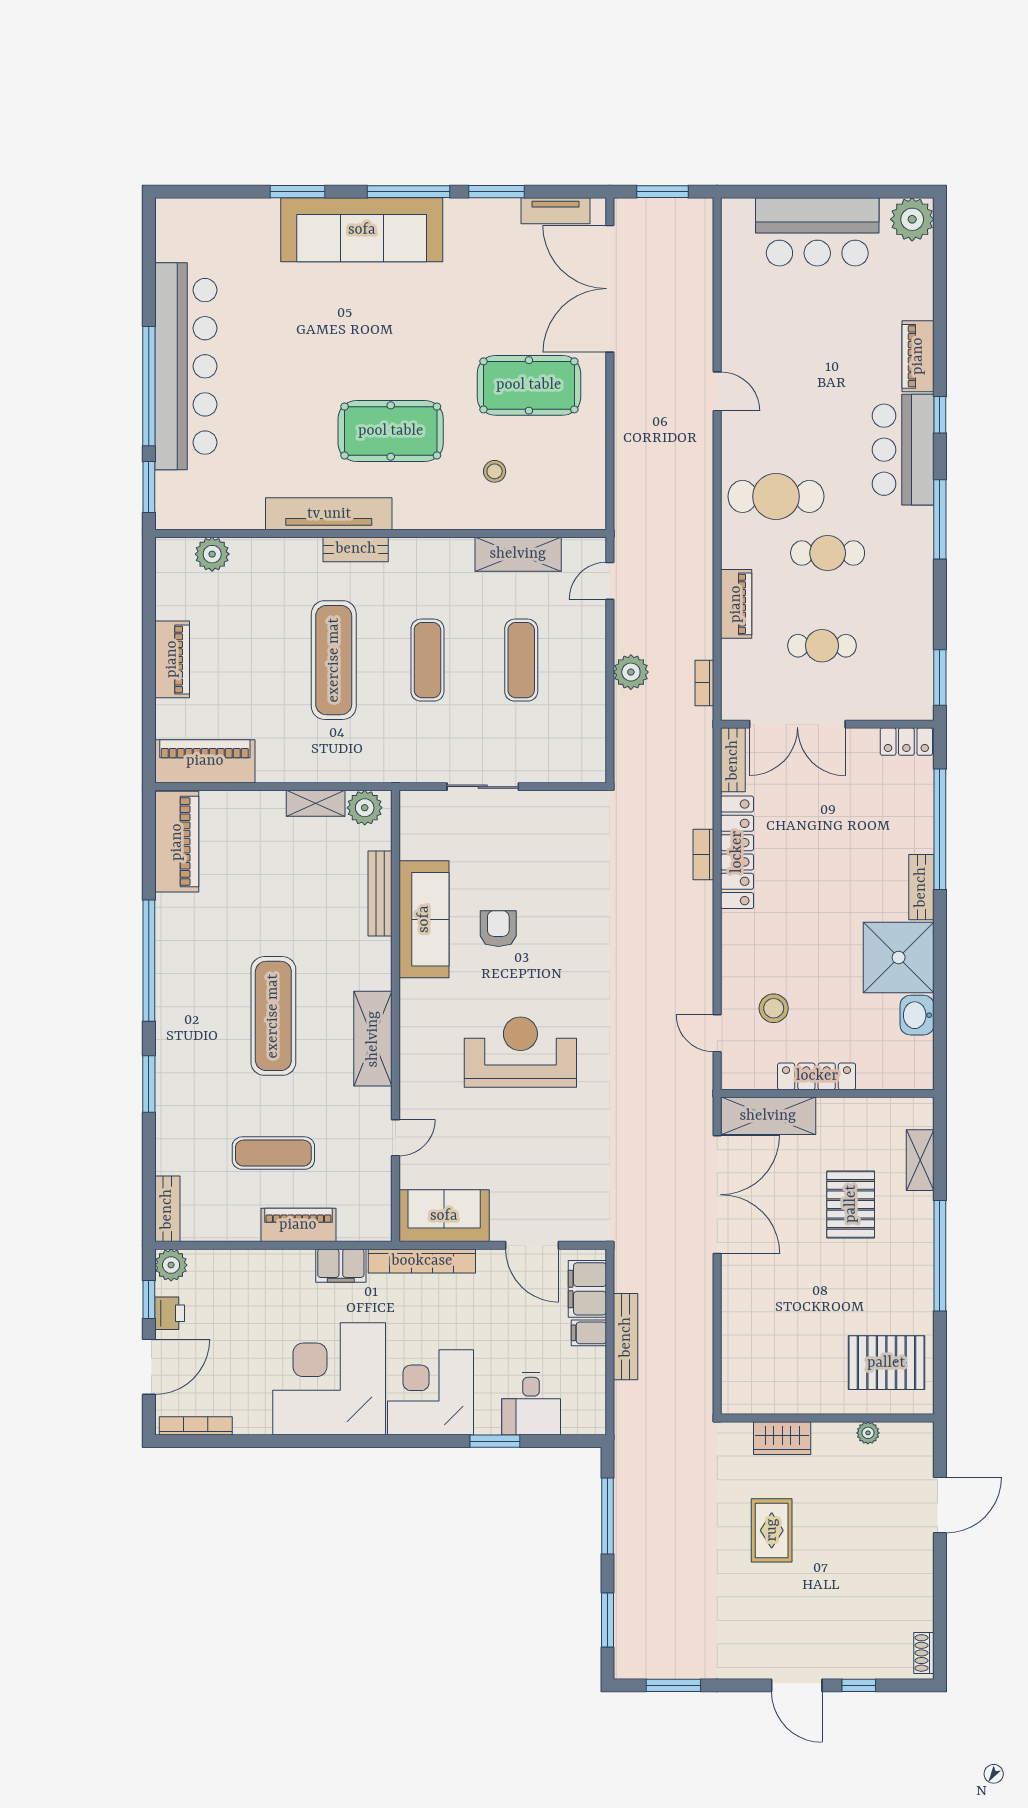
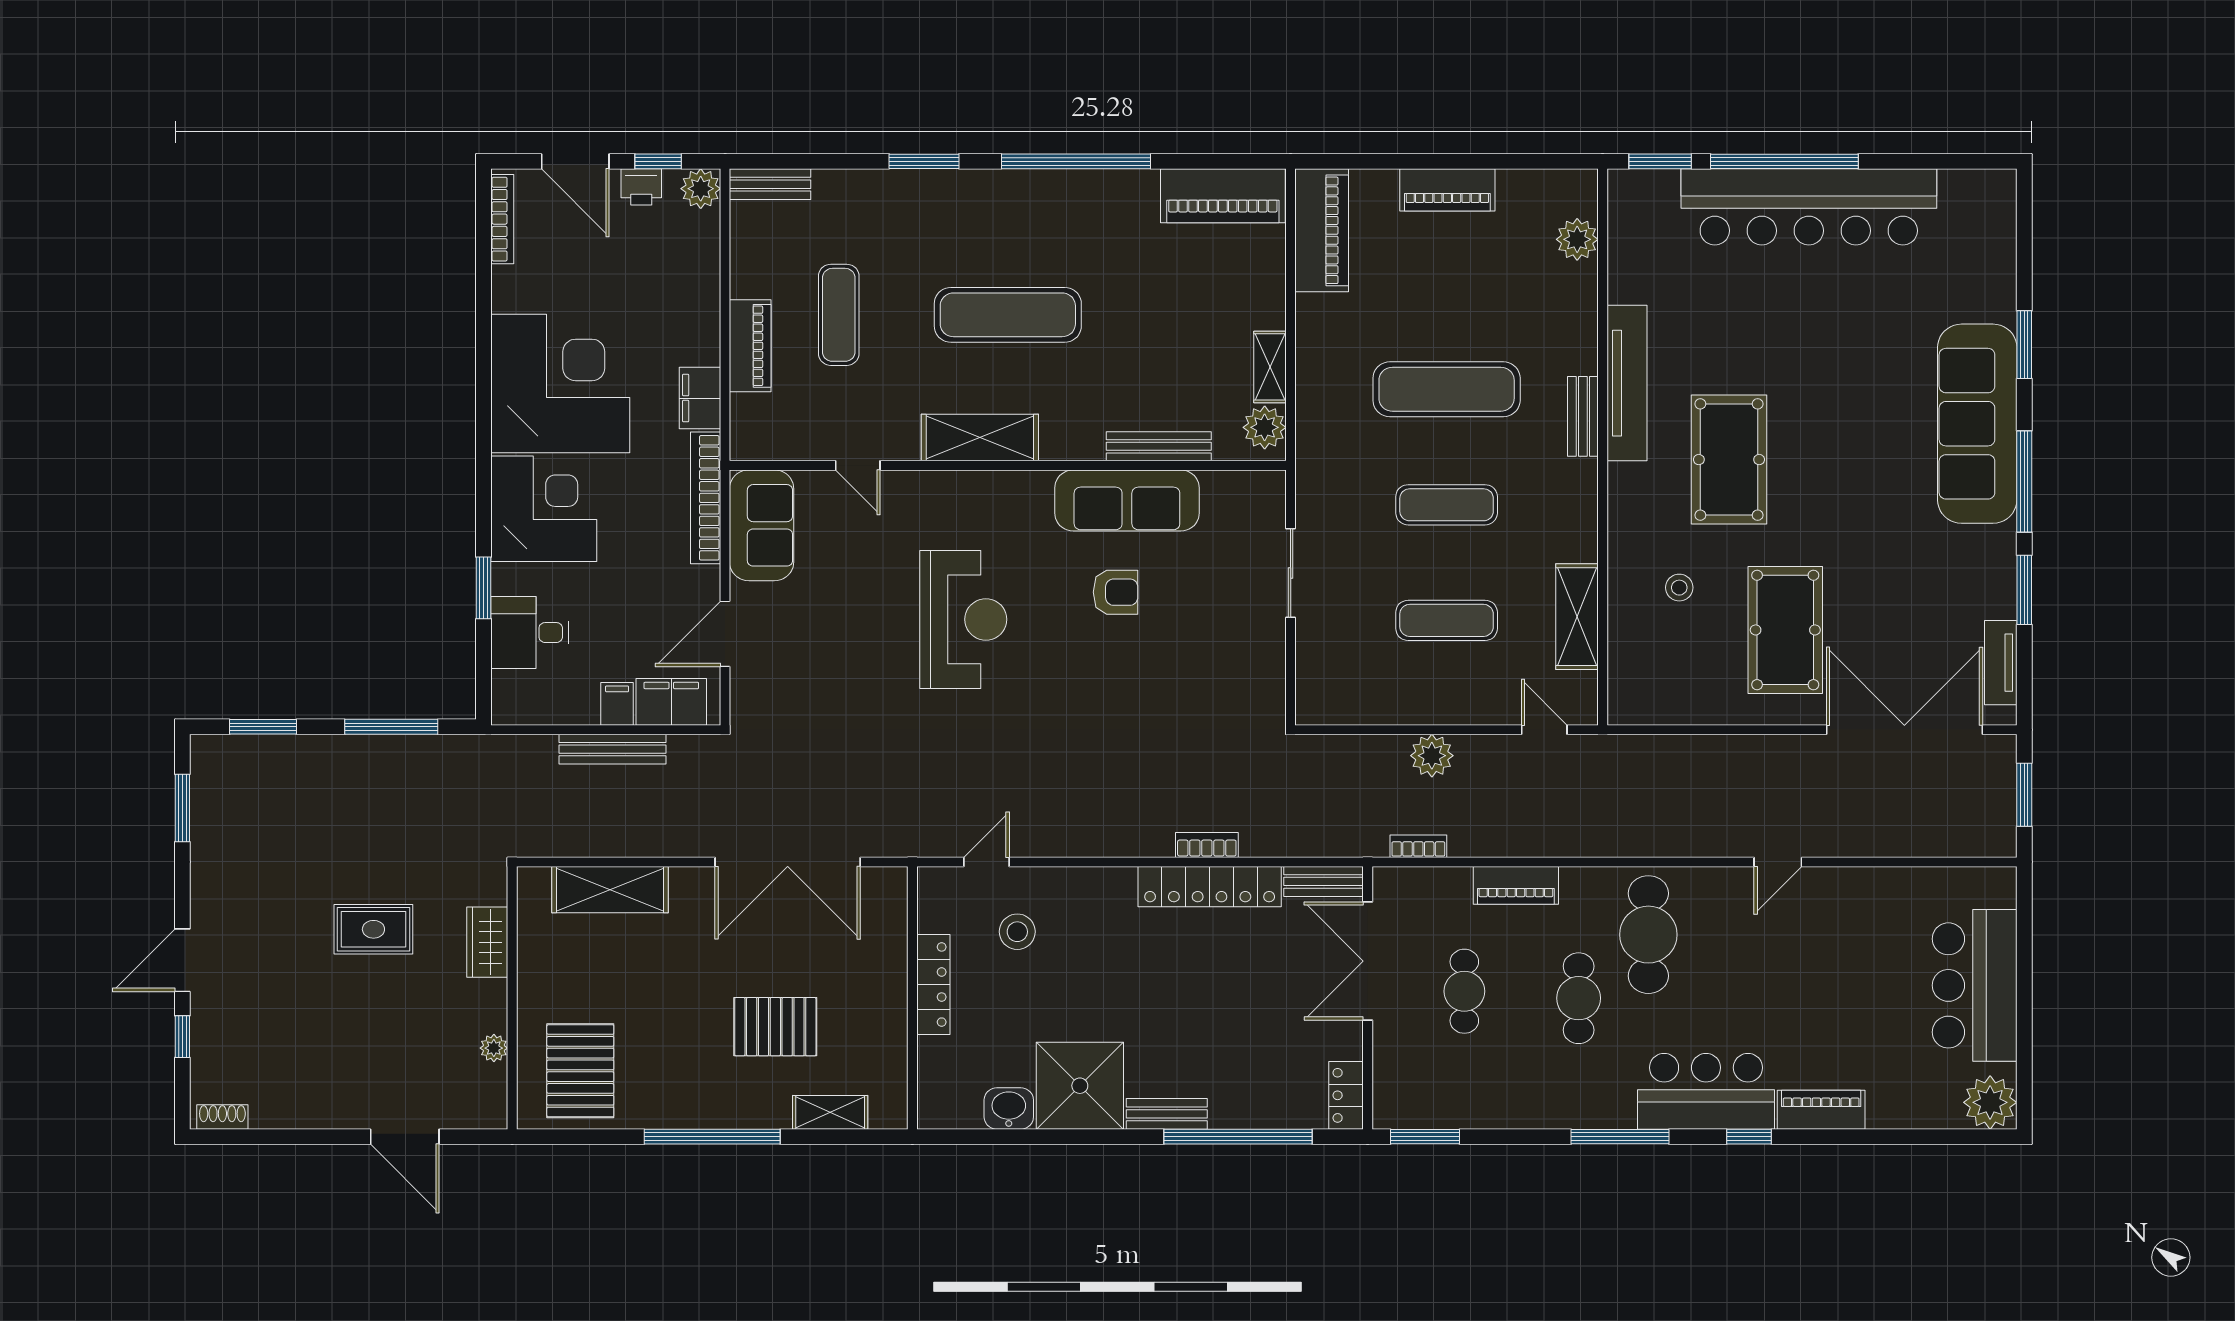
shelving: (768, 1116) -> (610, 890), moved, turned 90

